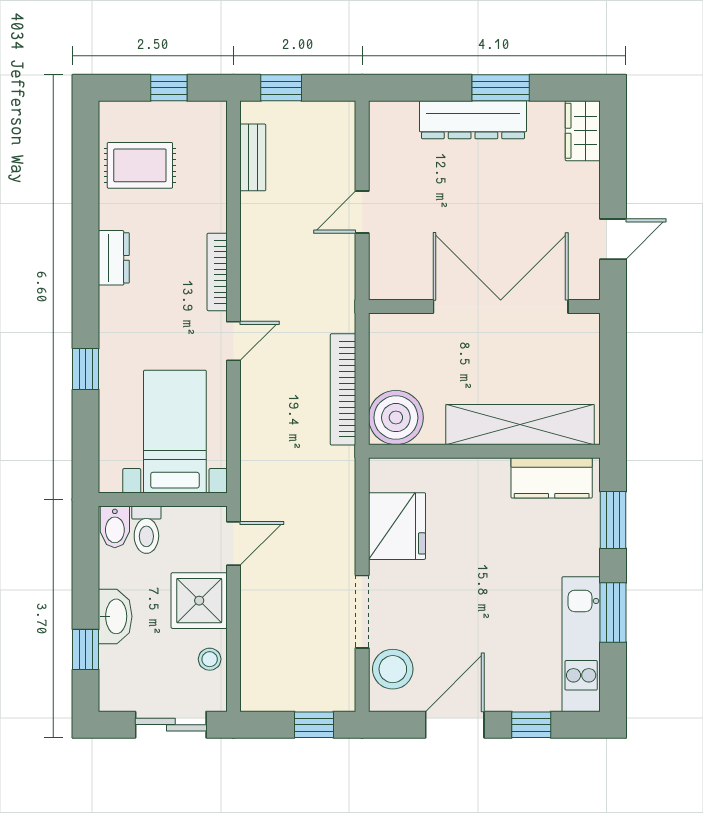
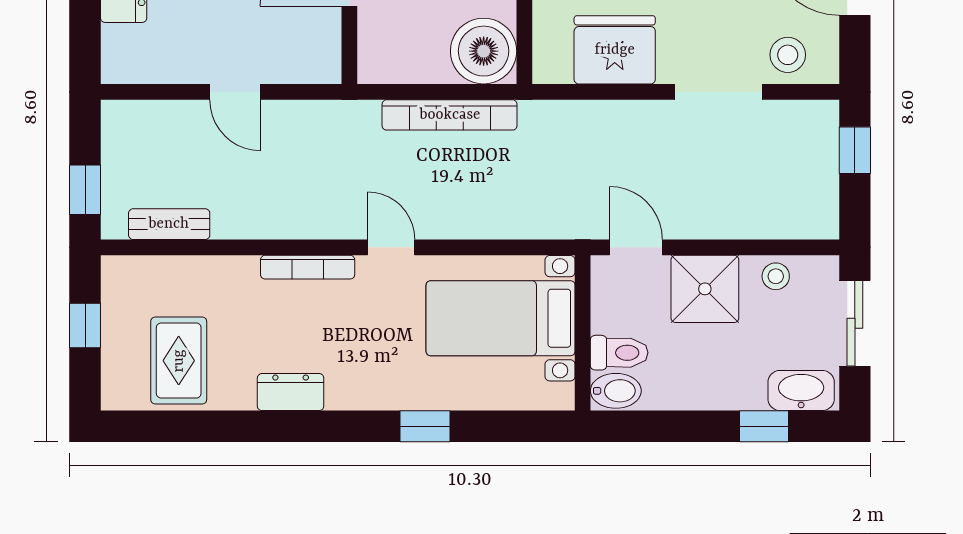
washbasin: (115, 616) -> (801, 390), moved
stool: (393, 669) -> (788, 55), width x0.73, depth x0.73

